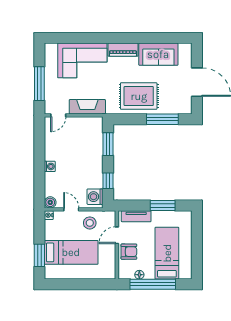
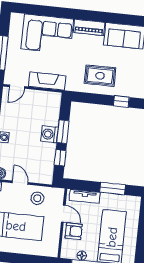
rug: (139, 96) -> (100, 76), width x0.73, depth x0.70
window: (162, 119) -> (121, 101), width x0.46
window: (108, 144) -> (63, 132), moved
washing machine: (95, 197) -> (49, 134), moved
door: (117, 235) -> (63, 214), swing flipped

